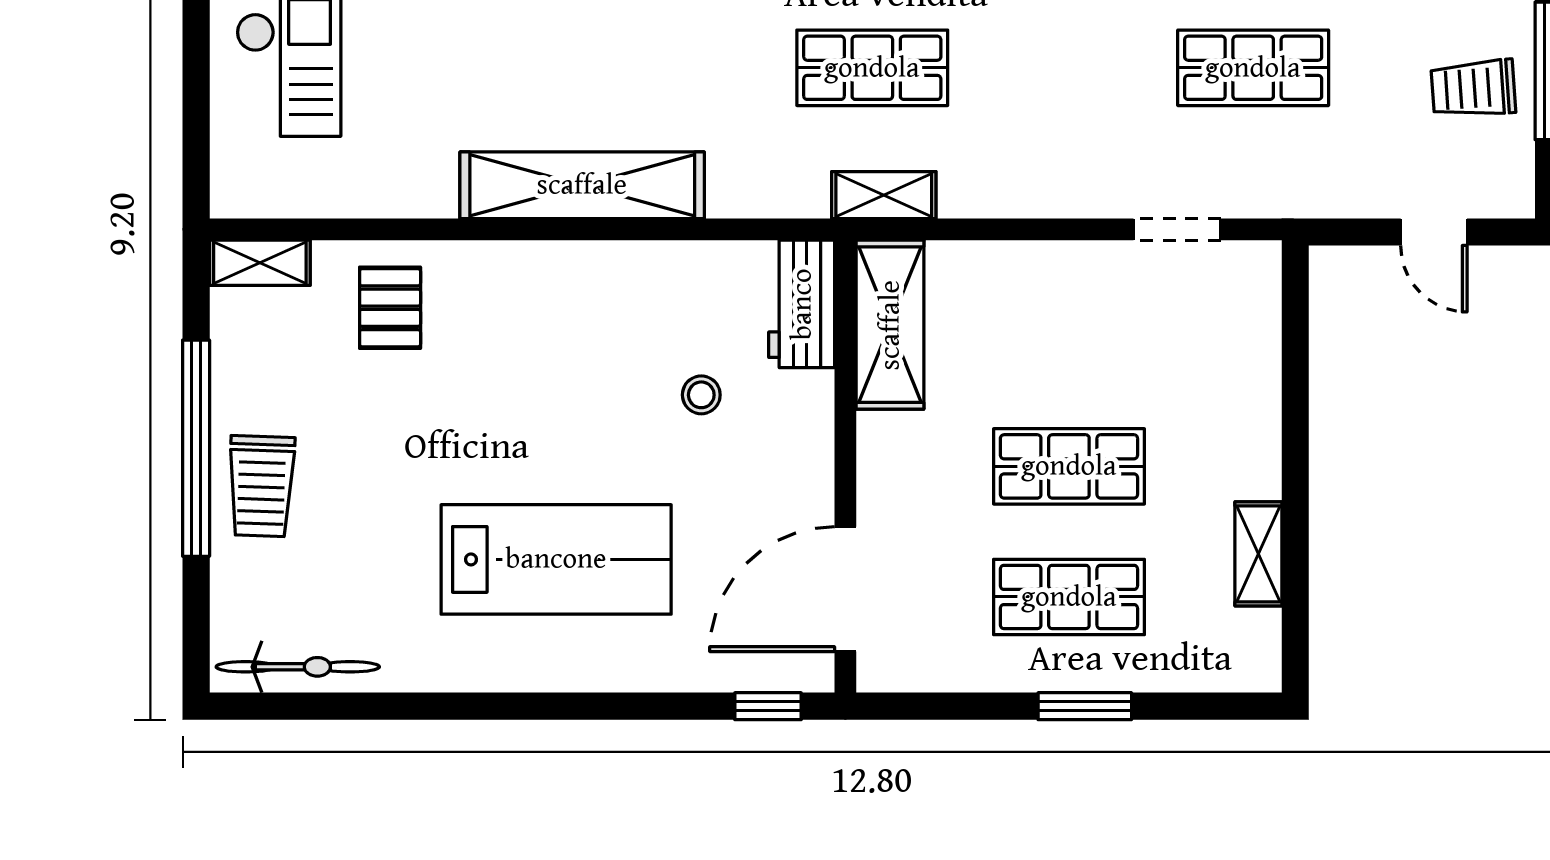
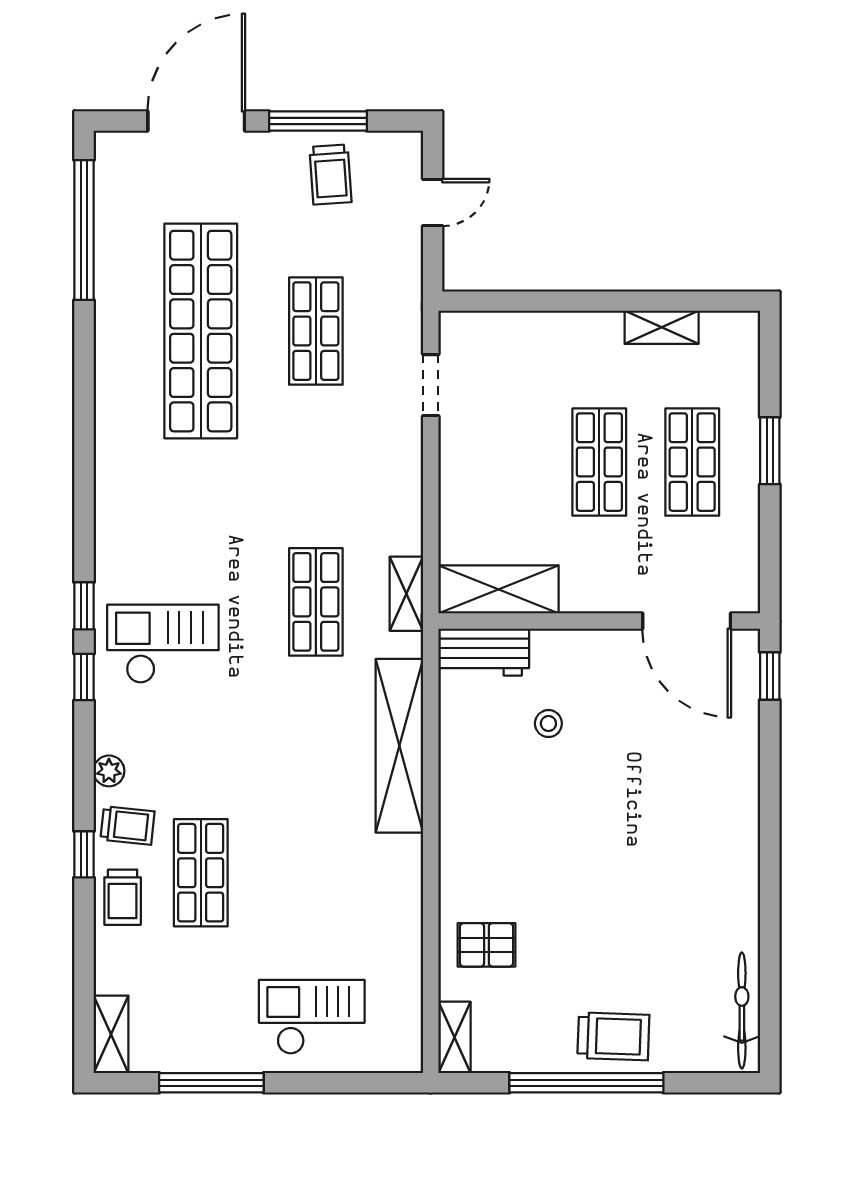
shelving: (582, 185) -> (399, 746), moved
lab bench: (556, 559) -> (665, 827), removed

